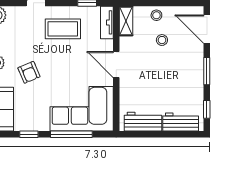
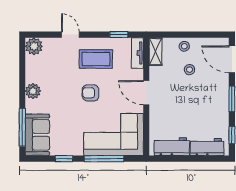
armchair: (29, 72) -> (91, 93), moved, turned 113

